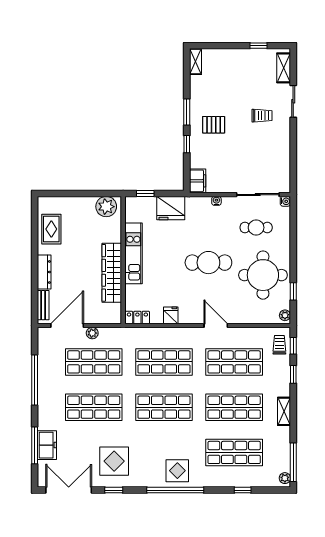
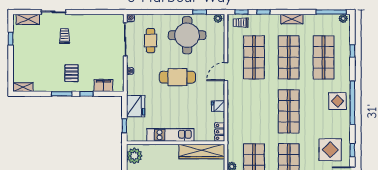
filing cabinet: (198, 181) -> (103, 85), moved
cafe table: (208, 263) -> (177, 77), turned 90
wardrobe: (112, 273) -> (202, 151), moved
shop shelf: (164, 362) -> (254, 111), removed

